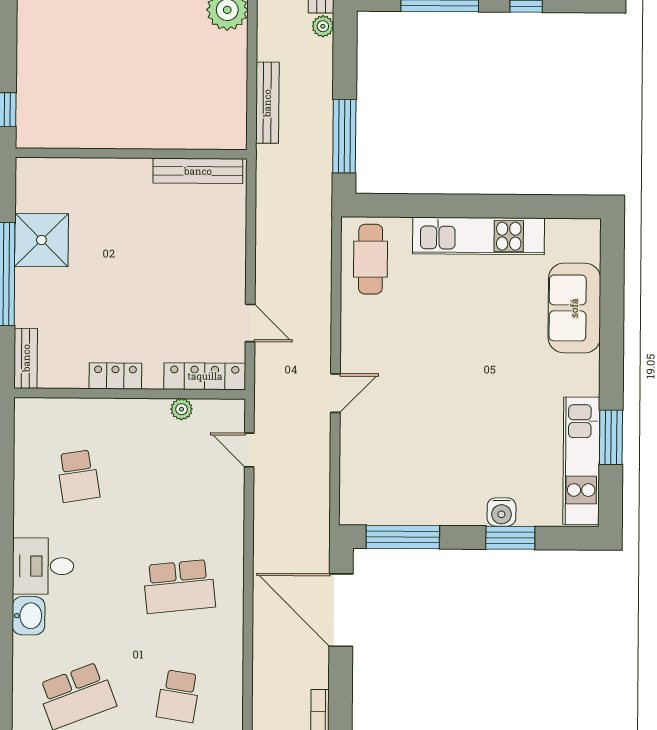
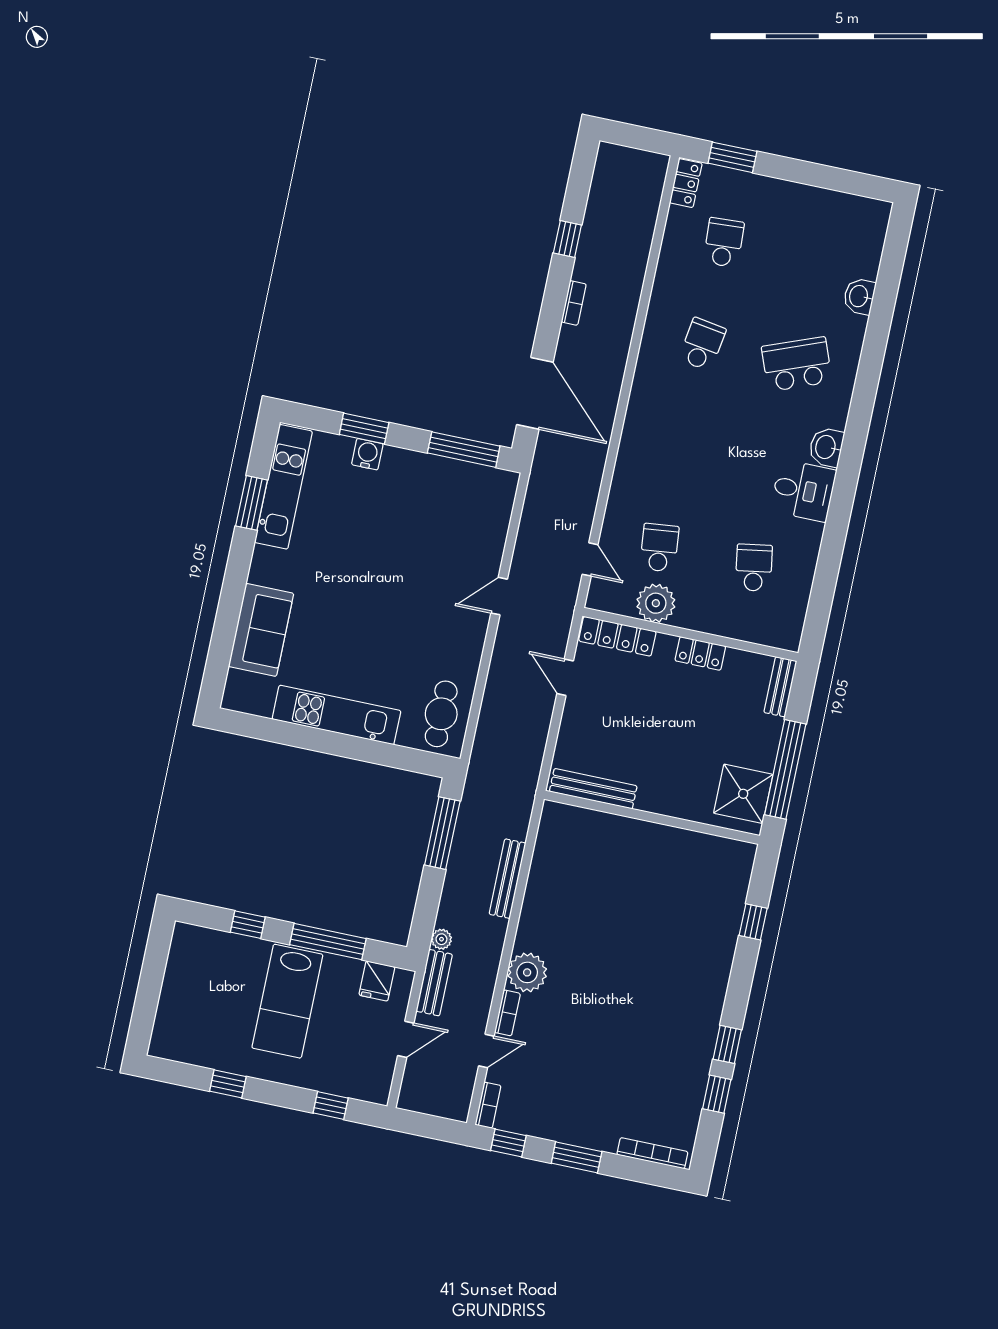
wall: (131, 154) -> (652, 817), moved
bench: (198, 171) -> (593, 789), moved
plant: (181, 409) -> (656, 603), width x1.87, depth x1.87
school desk: (179, 586) -> (659, 548), moved, width x0.54

